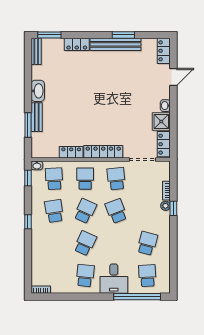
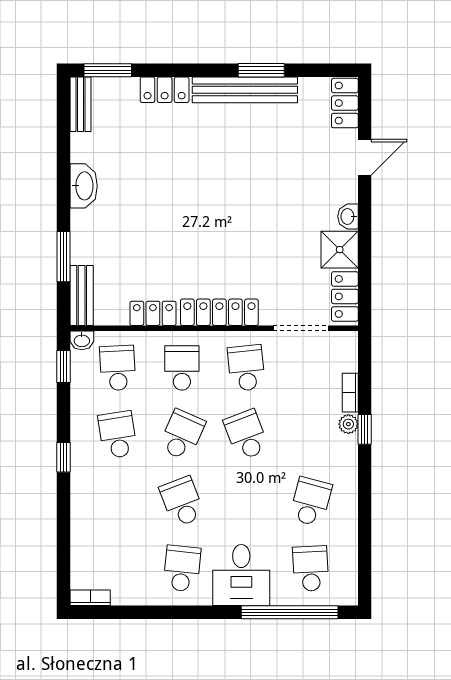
bench: (37, 117) -> (82, 296), moved
school desk: (85, 243) -> (182, 502), turned -45

